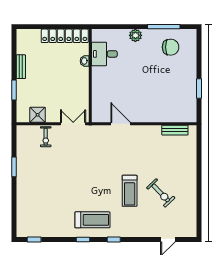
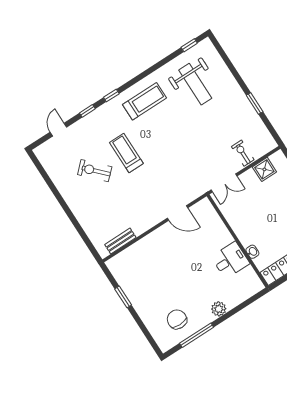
chair: (171, 47) -> (177, 319), turned 90
desk: (104, 54) -> (230, 260), moved
weight bench: (48, 209) -> (195, 84), added
treadmill: (92, 220) -> (145, 101), turned 180
window: (83, 239) -> (87, 111), moved

